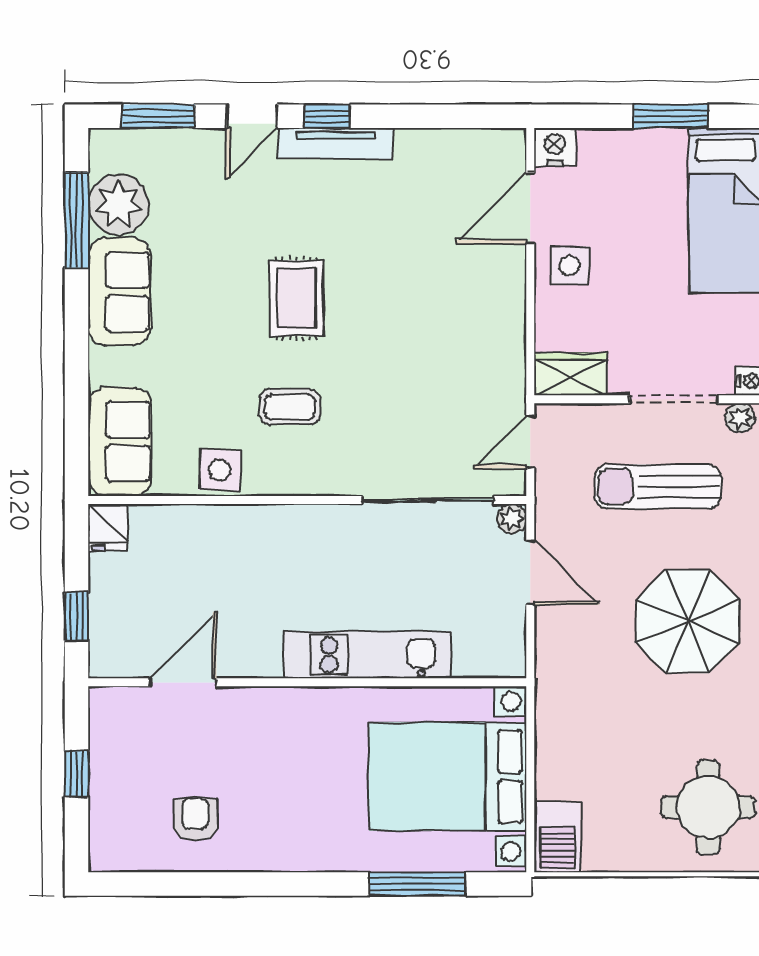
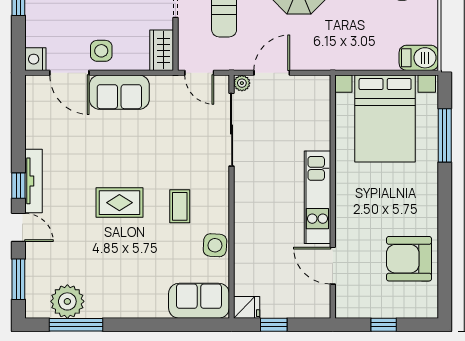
sofa: (119, 292) -> (119, 92), moved, turned 180
window: (77, 616) -> (274, 325), moved
kitchen unit: (368, 655) -> (317, 197), moved
armchair: (195, 820) -> (409, 259), width x1.88, depth x1.88

